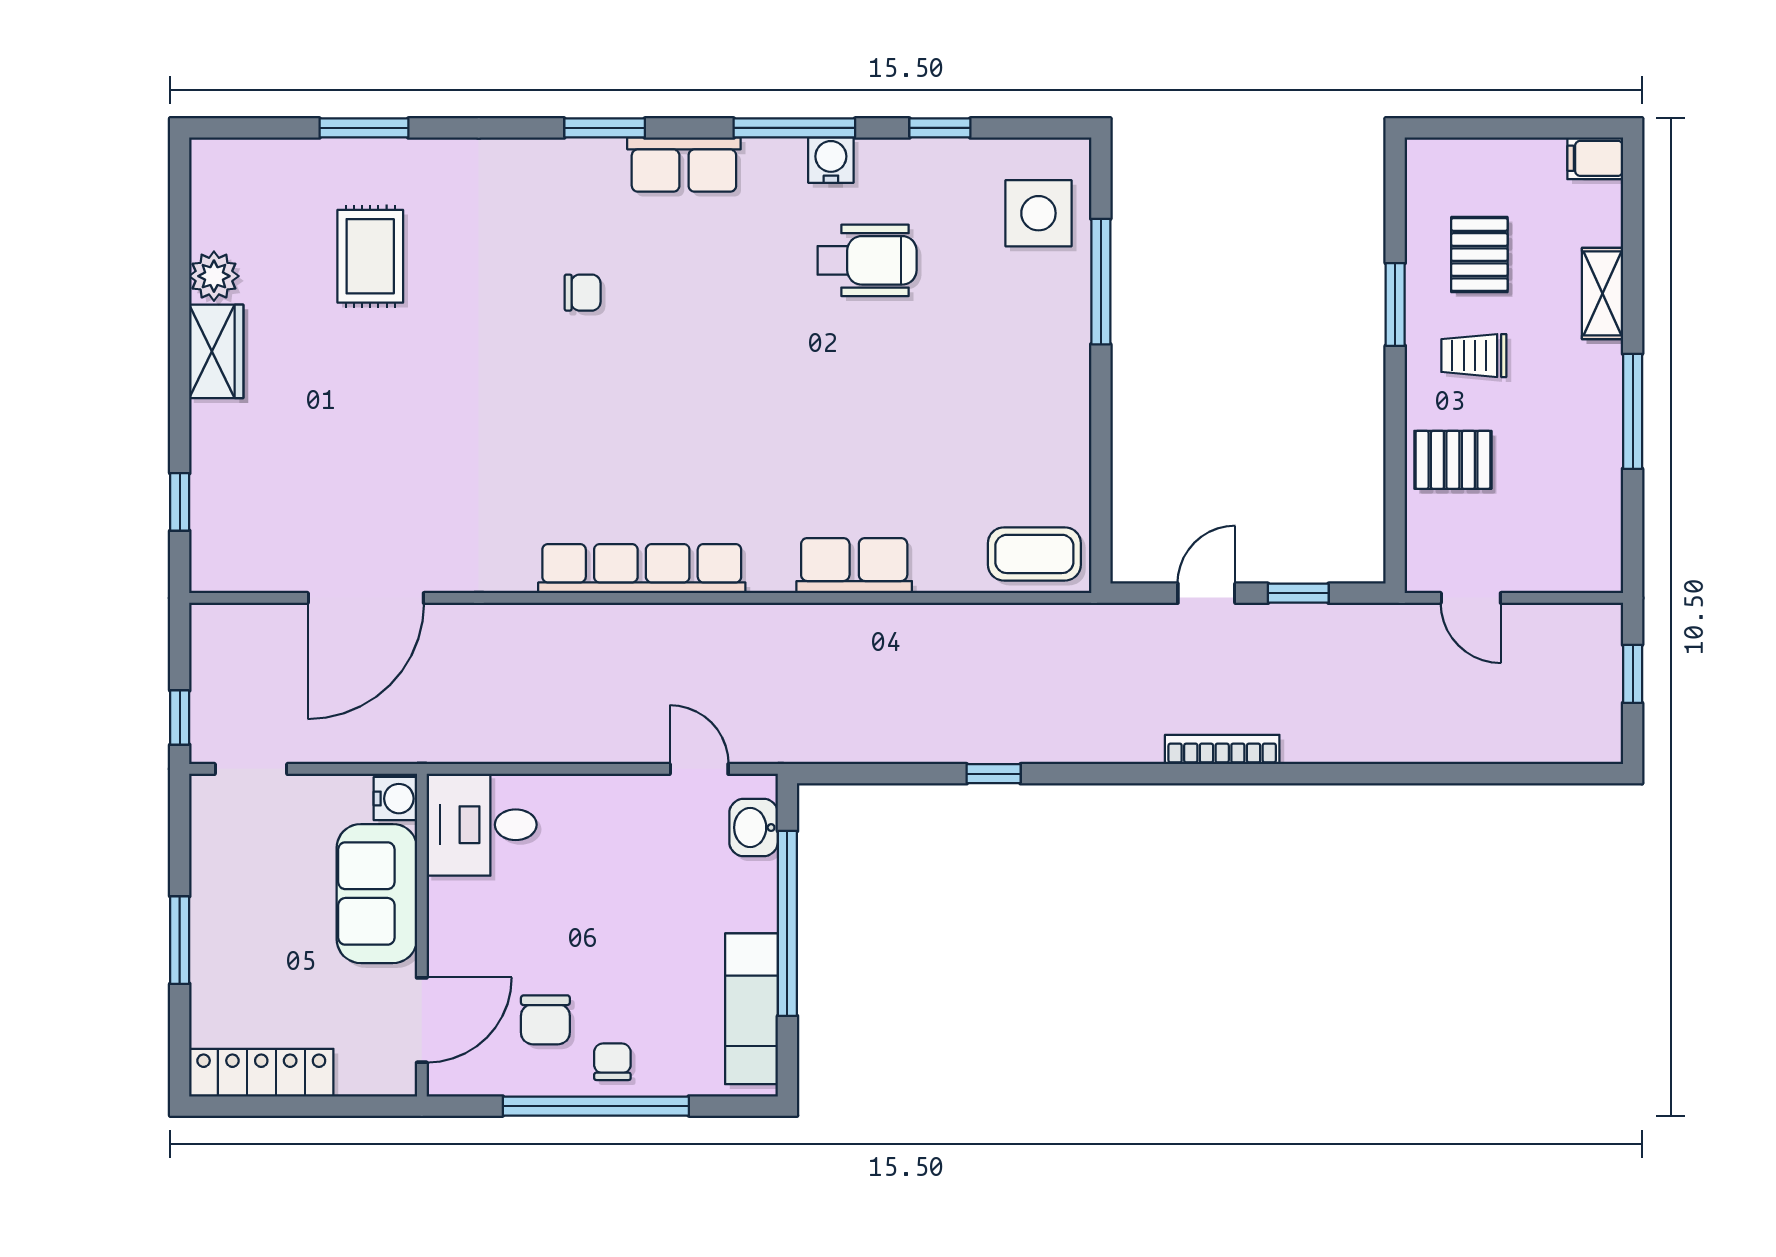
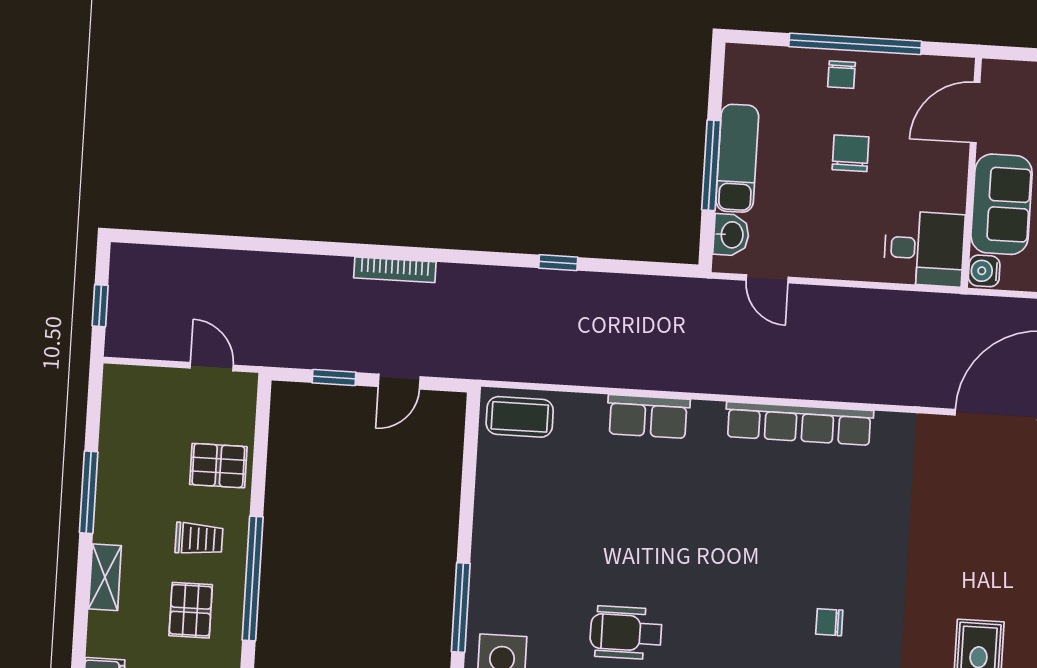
window: (1395, 304) -> (253, 578), width x2.11
window: (787, 923) -> (711, 165), width x0.68
exam couch: (751, 1009) -> (737, 158), moved
chair: (545, 1020) -> (851, 153), moved

